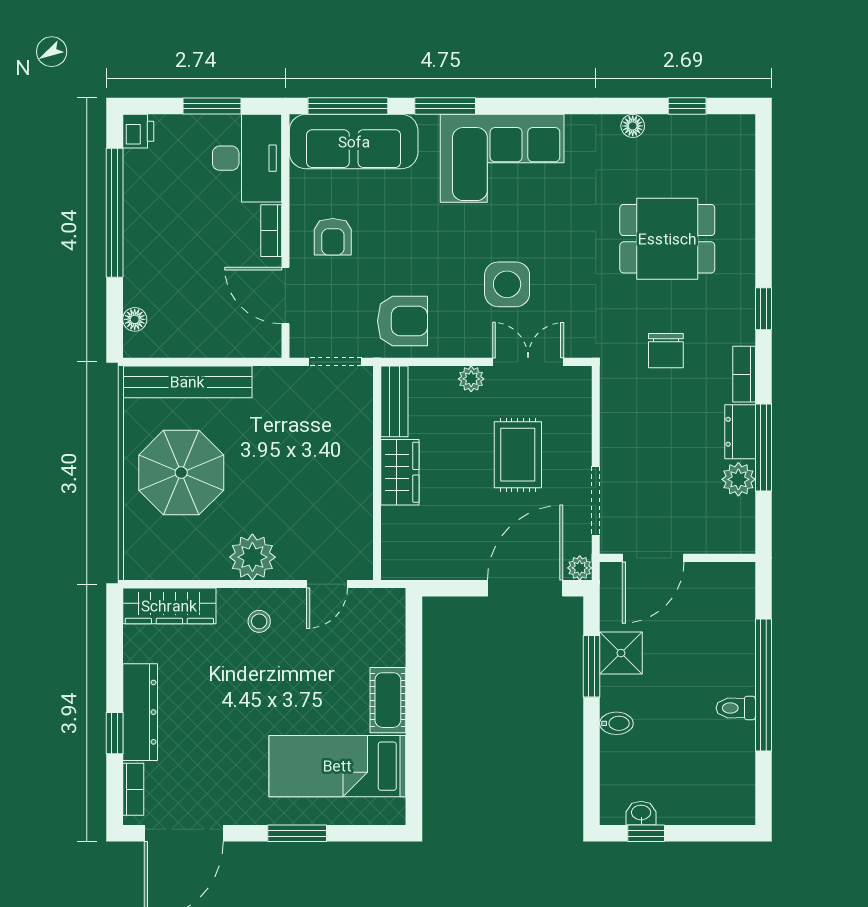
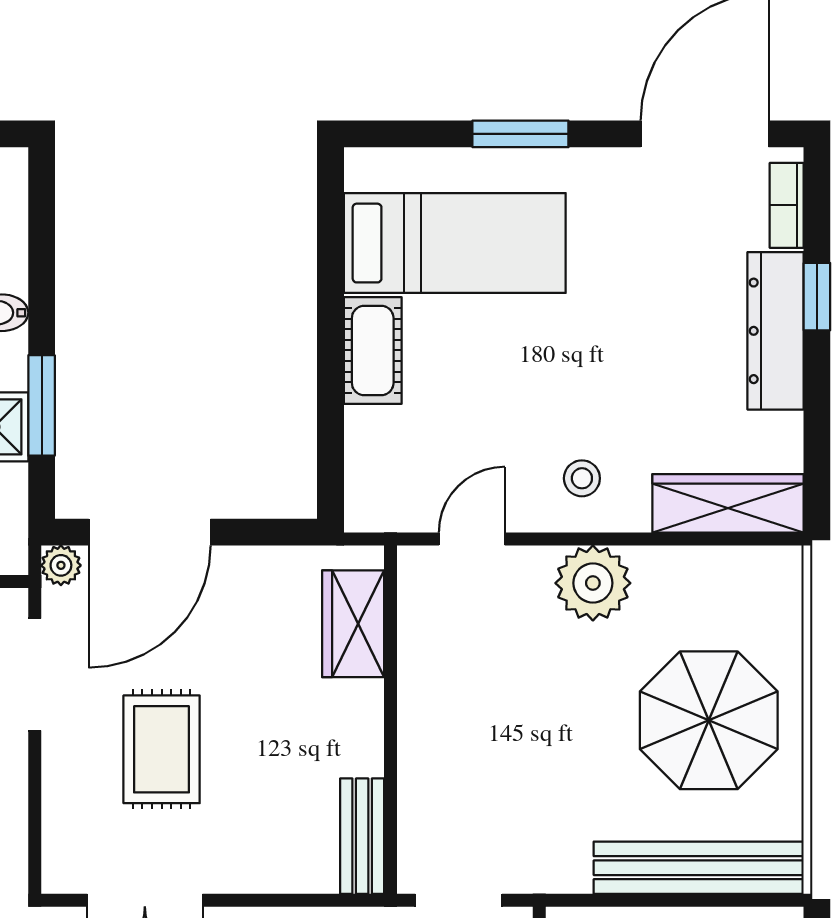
plant: (471, 379) -> (237, 873), removed
wardrobe: (400, 472) -> (353, 624), moved

